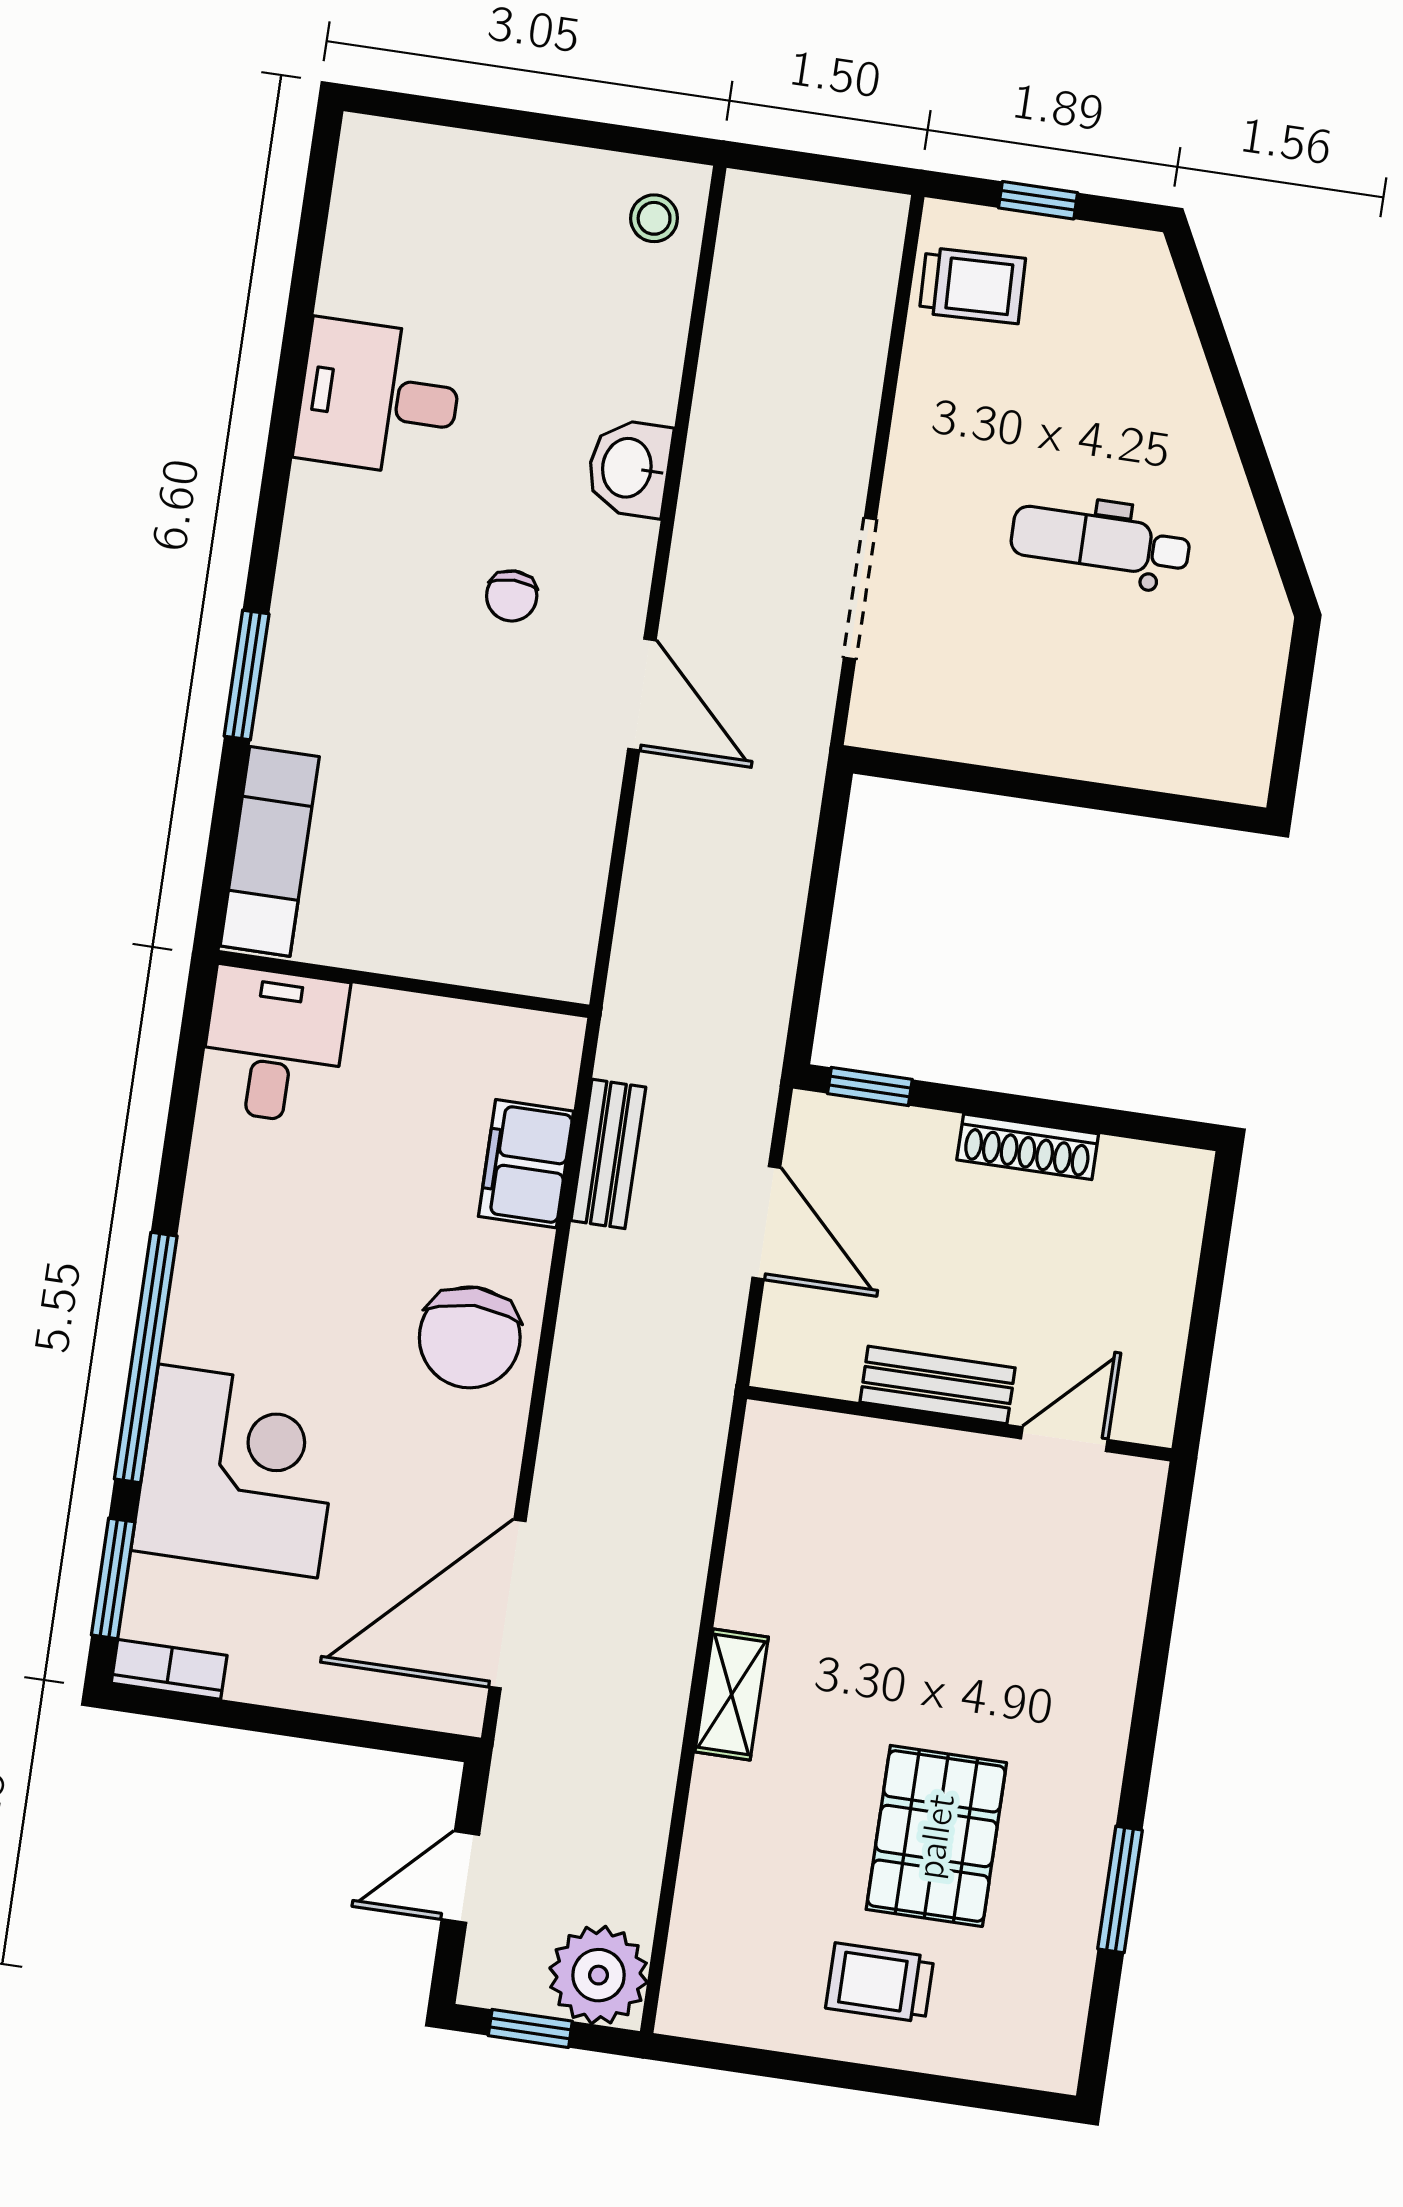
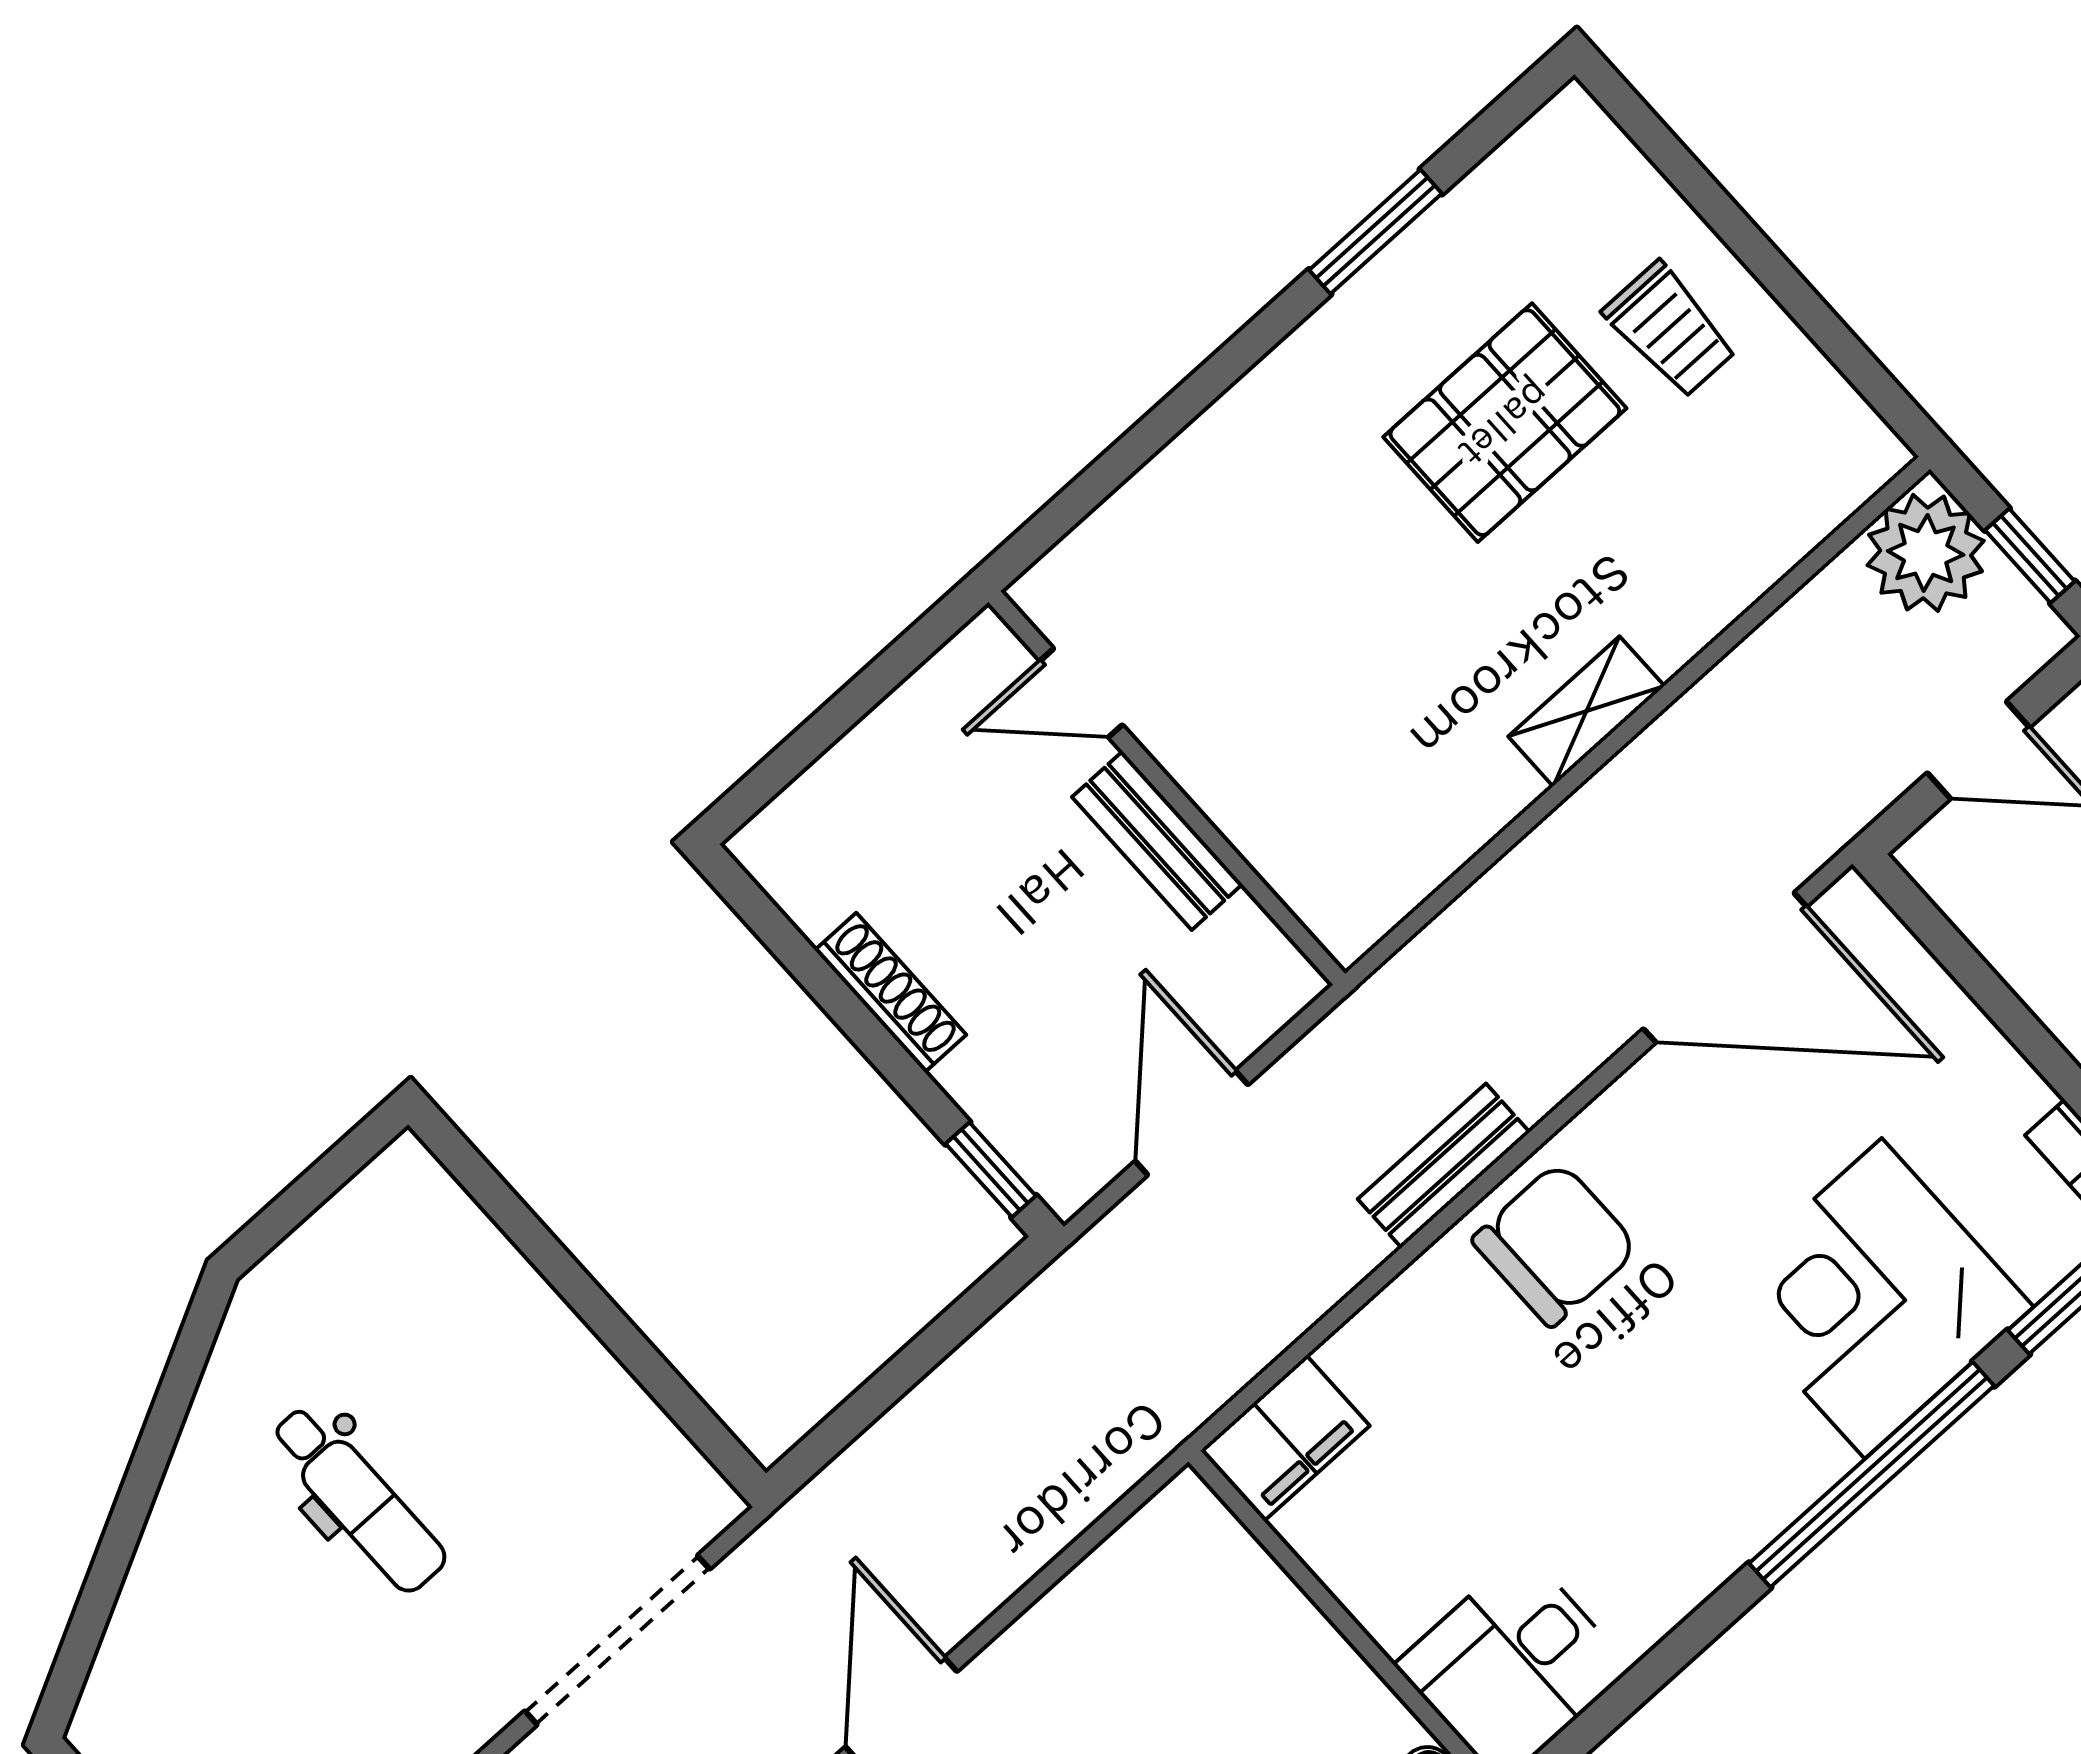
doorway: (860, 588) -> (617, 1640), width x1.36
bench: (608, 1154) -> (1444, 1166), moved
filing cabinet: (526, 1164) -> (1285, 1438), moved

